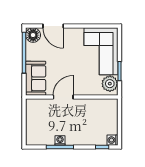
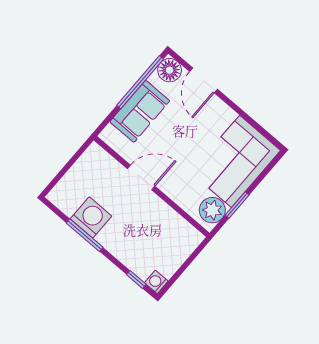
sofa: (36, 78) -> (140, 111), moved
washing machine: (60, 140) -> (91, 217), width x1.89, depth x1.89

